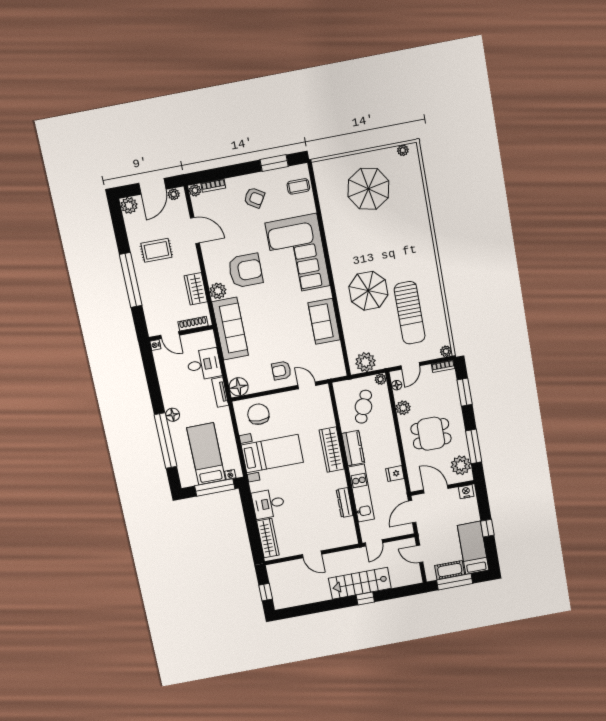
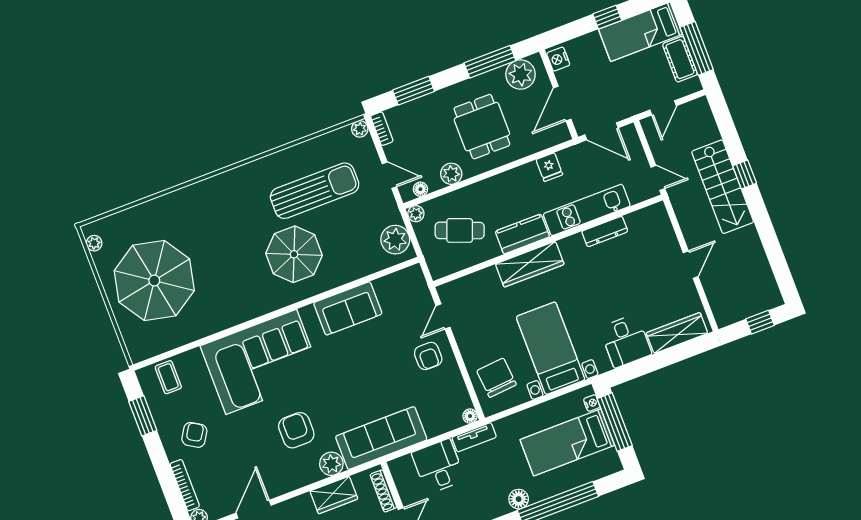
bookcase: (213, 186) -> (185, 485), width x1.56
parasol: (368, 189) -> (154, 281), width x1.36, depth x1.36
armchair: (245, 271) -> (296, 430), width x0.73, depth x0.73
floor lamp: (239, 387) -> (470, 416), width x0.53, depth x0.53
chair: (258, 414) -> (497, 378), turned 85

